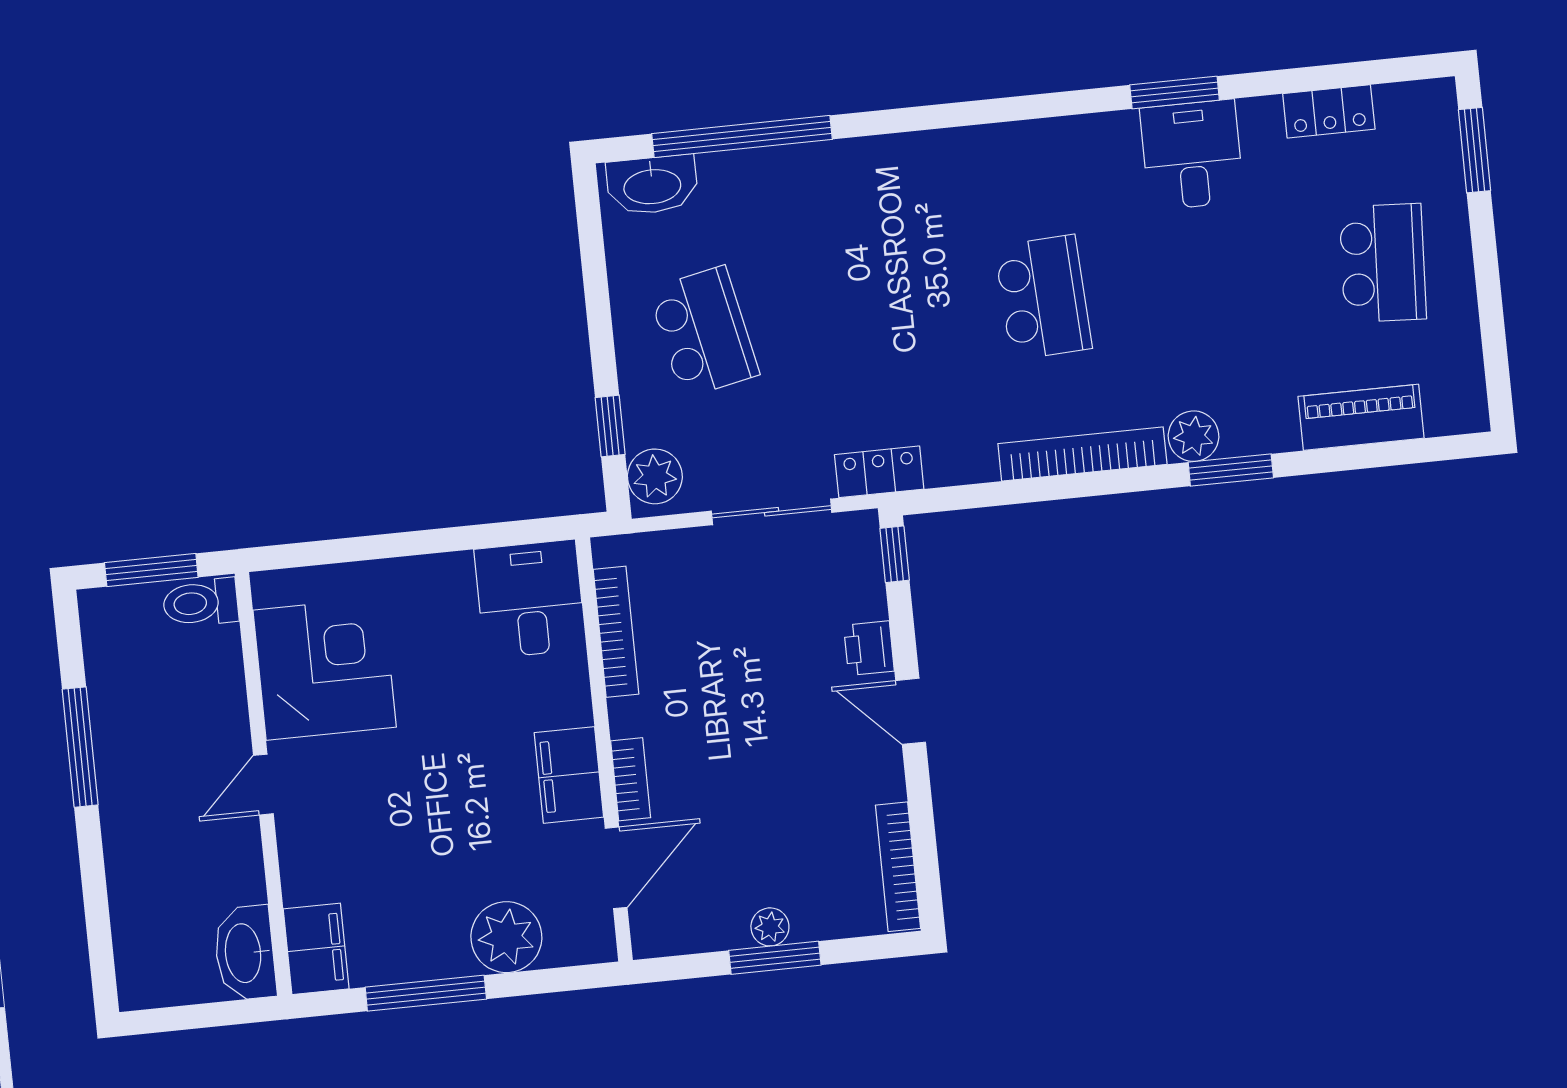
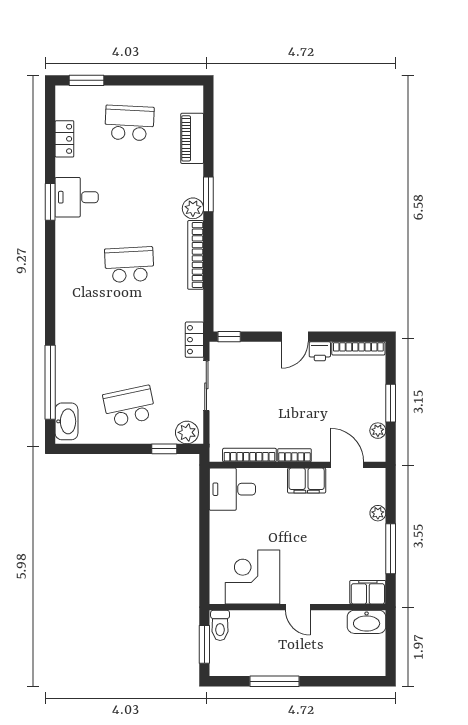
printer: (869, 648) -> (320, 351), moved
bookcase: (631, 779) -> (294, 455), moved
plant: (770, 927) -> (378, 431), moved
plant: (506, 937) -> (378, 513), width x0.53, depth x0.53

